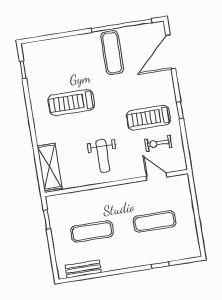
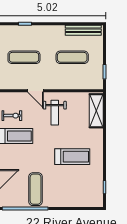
weight bench: (103, 156) -> (55, 113), turned 180
door: (157, 177) -> (35, 91), moved
bench: (83, 269) -> (83, 30), width x1.36

